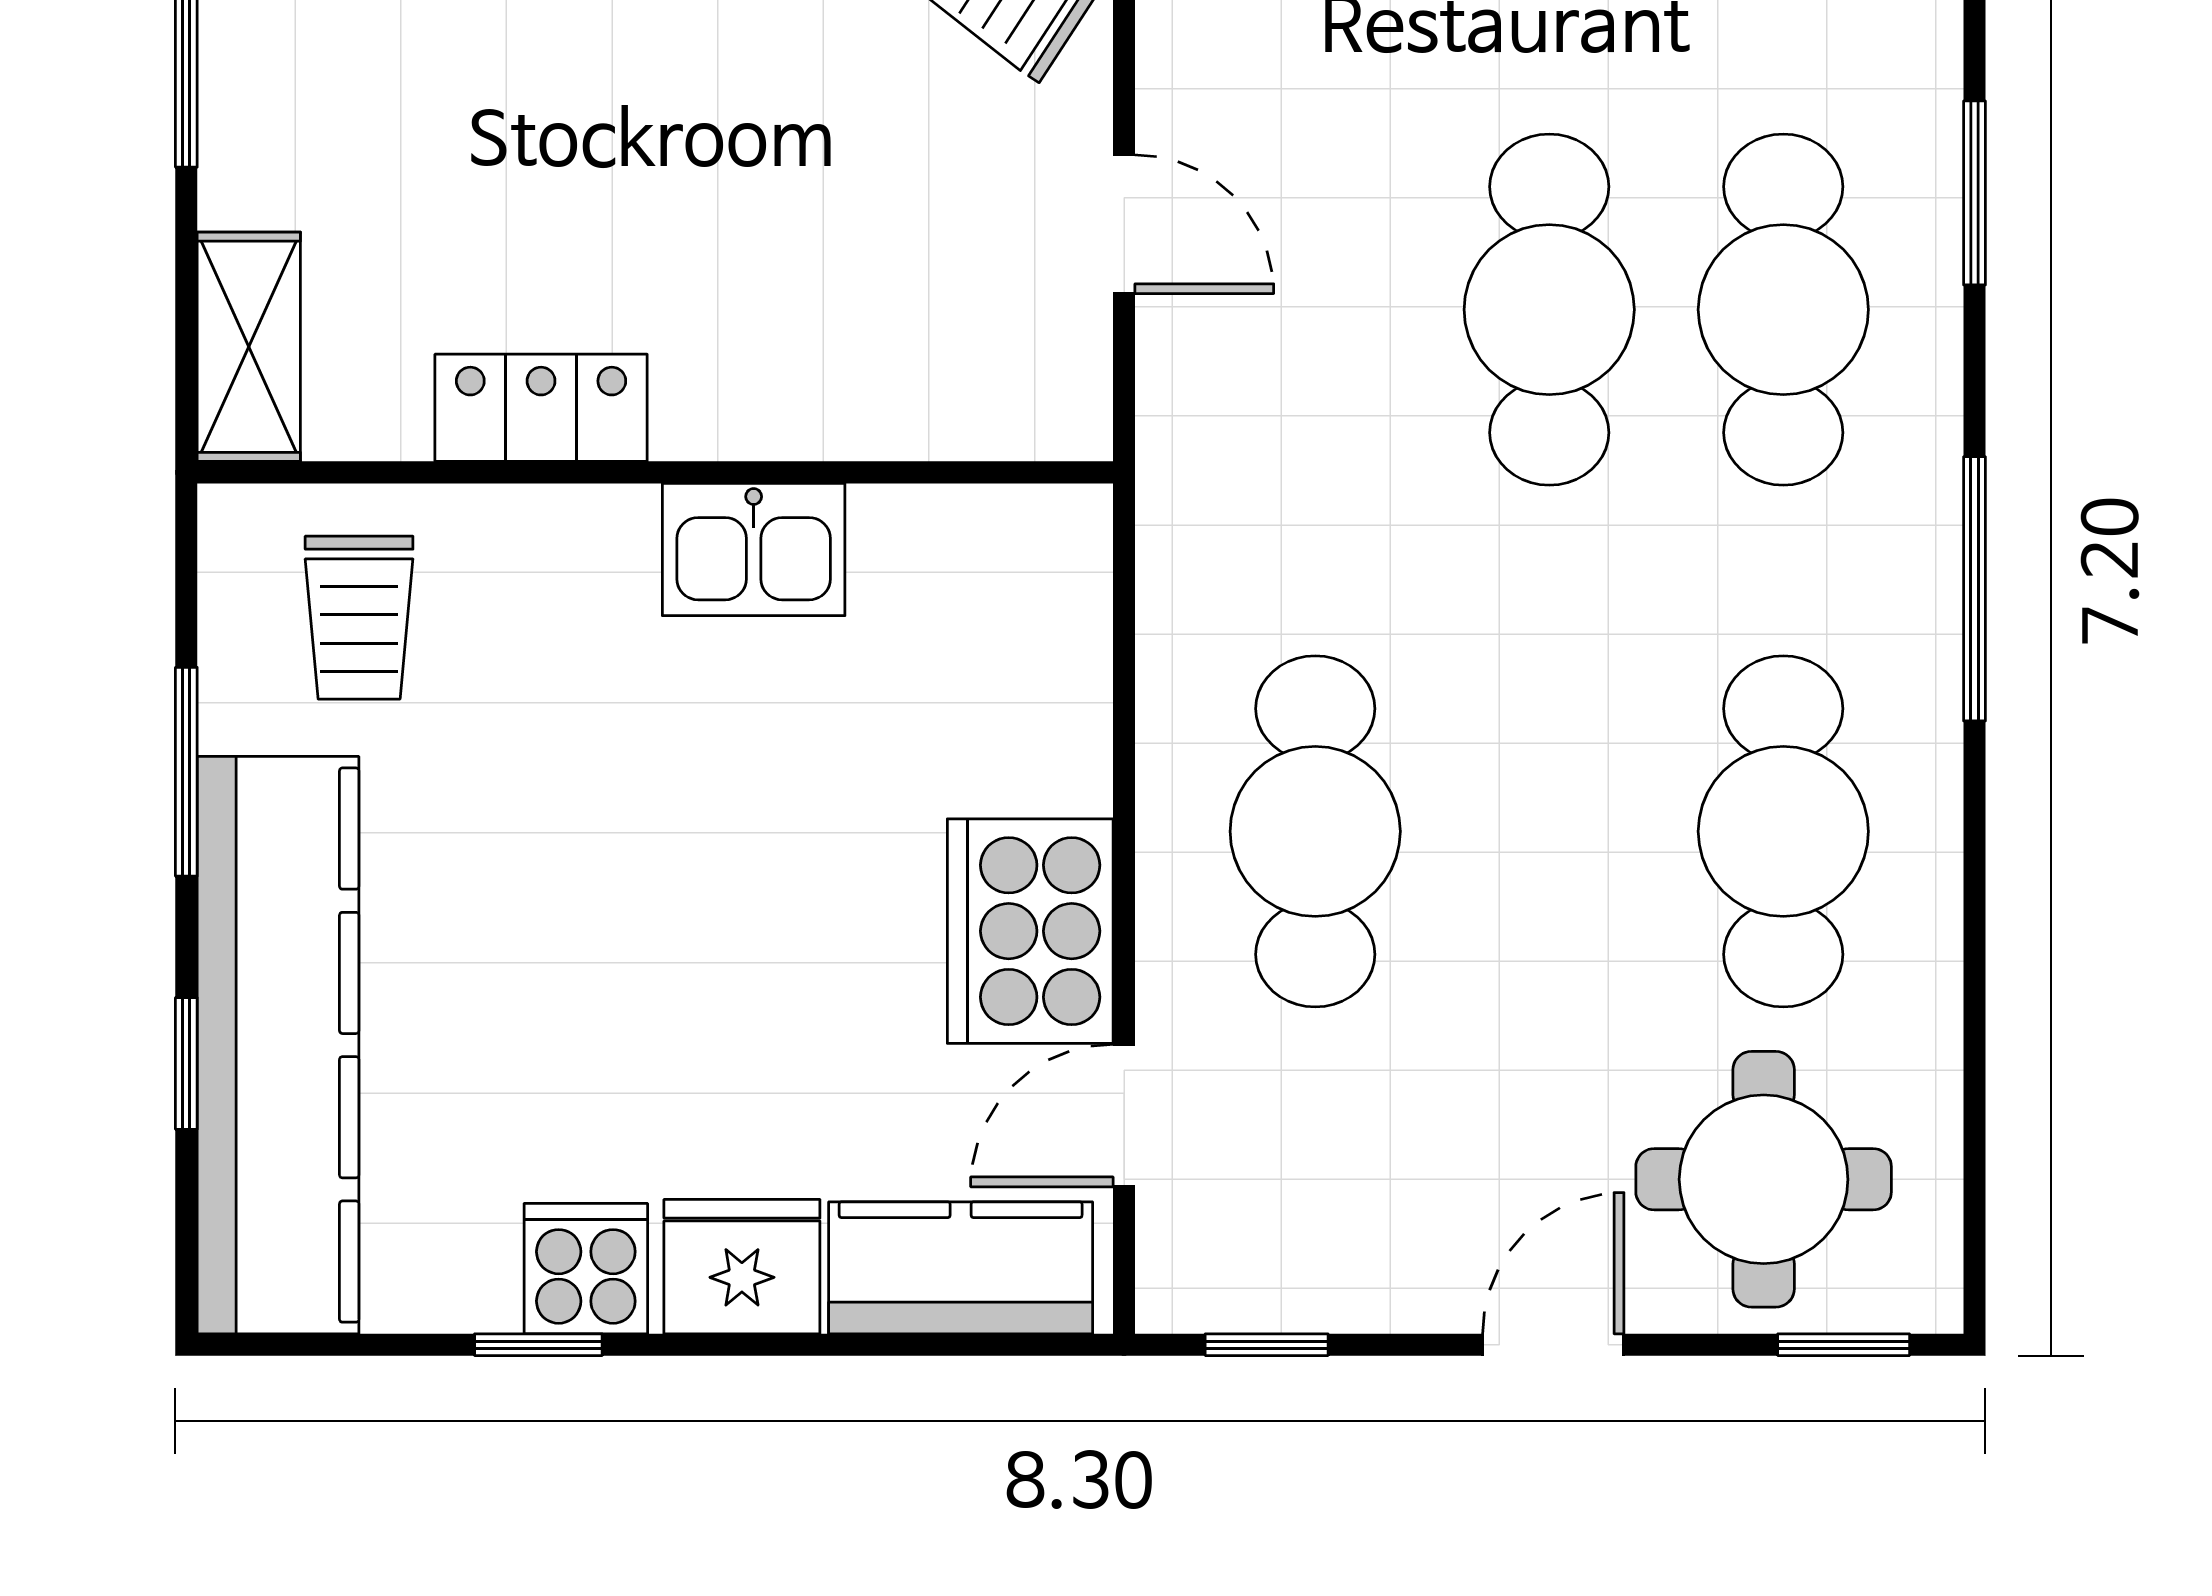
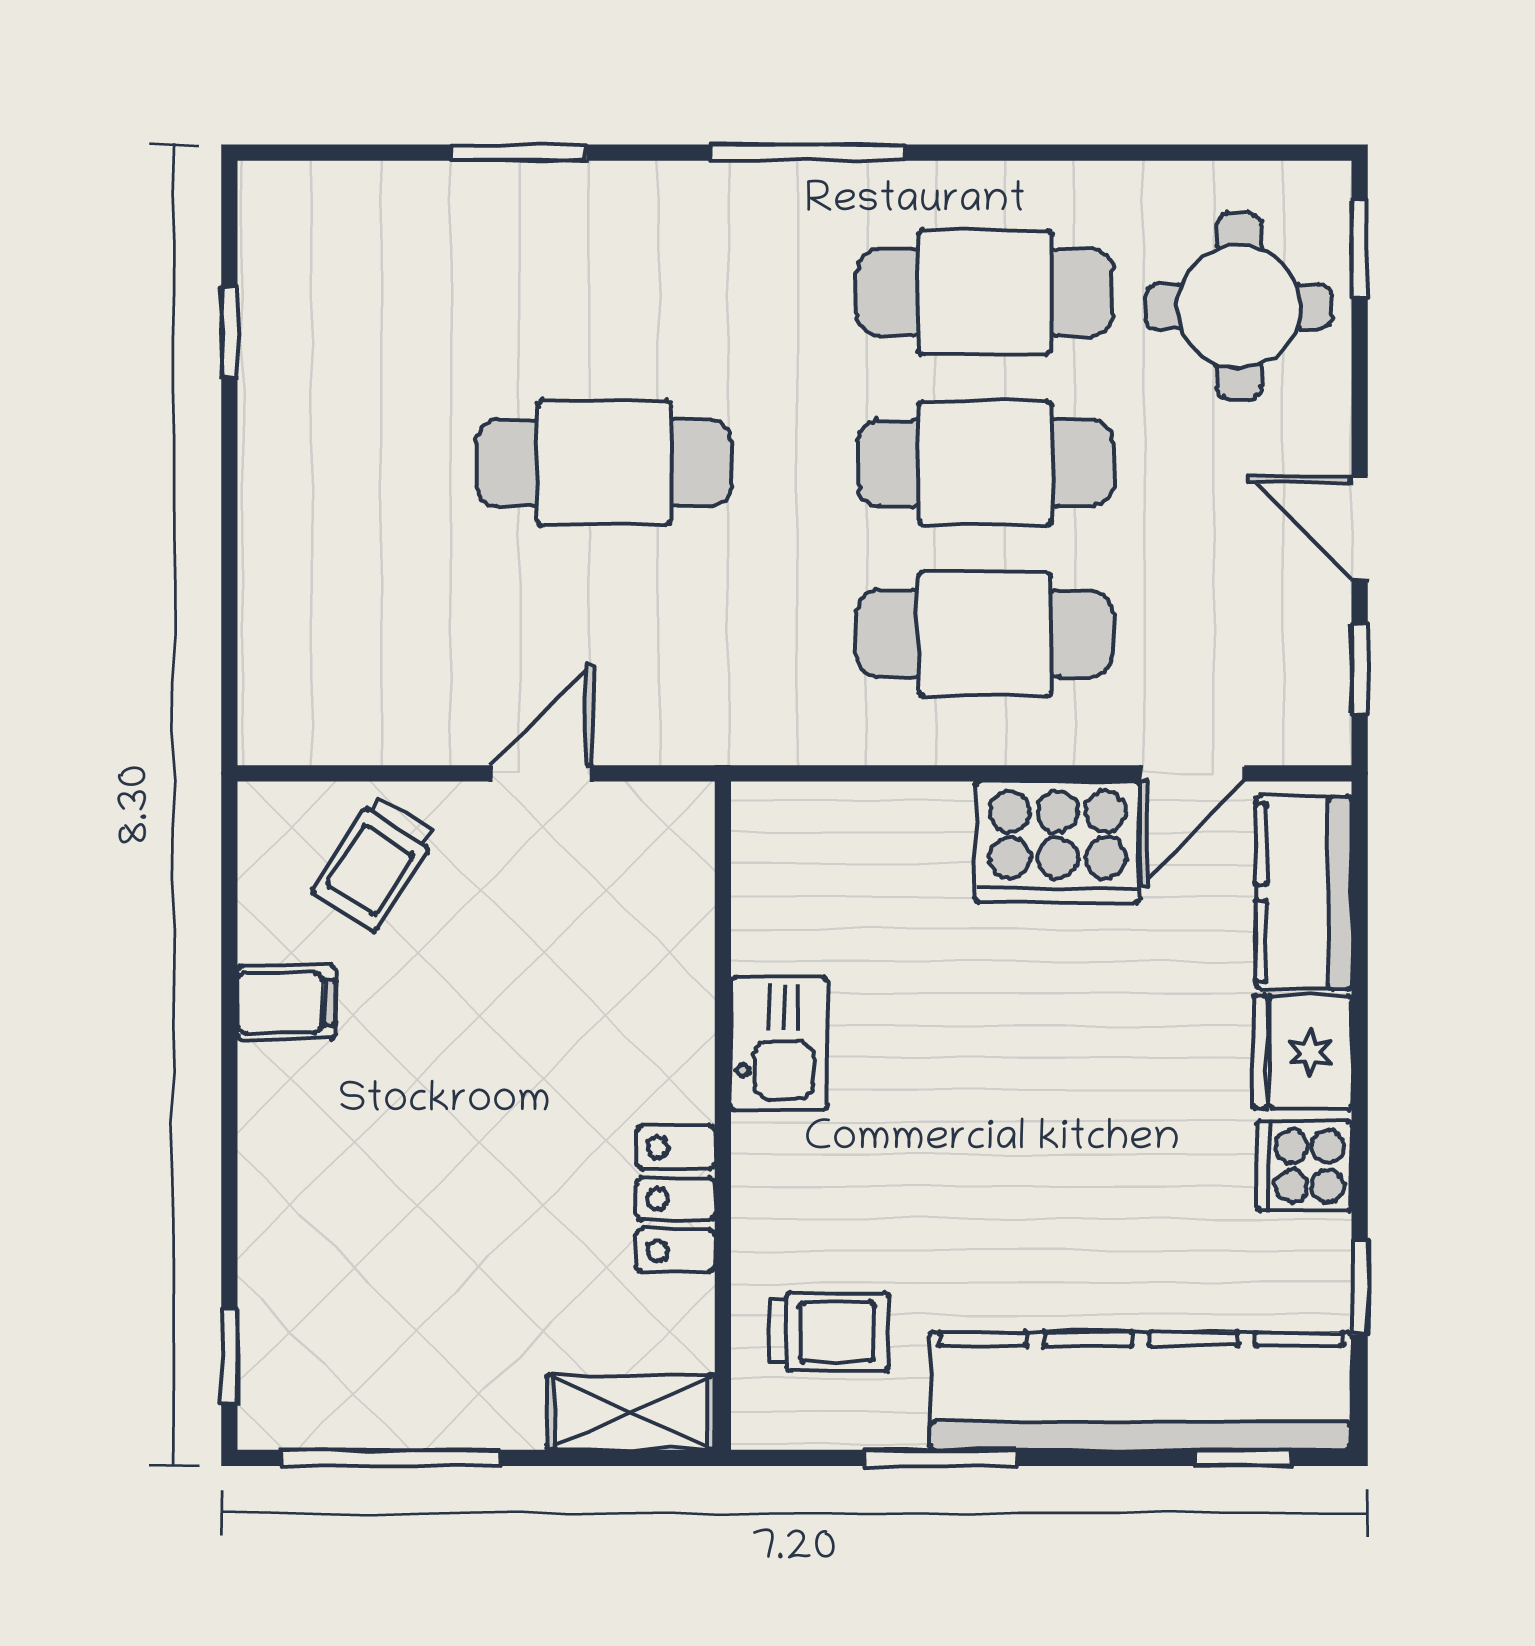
cafe table: (1783, 310) -> (985, 463), moved
window: (186, 1063) -> (1244, 1458), moved
door: (1124, 1116) -> (1192, 773), hinge flipped
window: (538, 1345) -> (1360, 1287), moved
door: (1553, 1345) -> (1360, 528), moved

